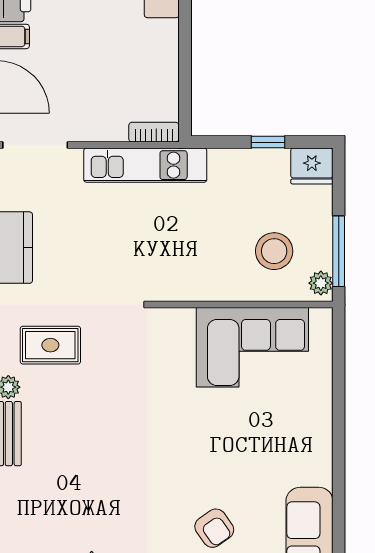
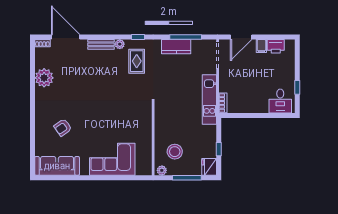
window: (339, 251) -> (187, 178), moved
corner sofa: (252, 347) -> (112, 159), moved, turned 90

